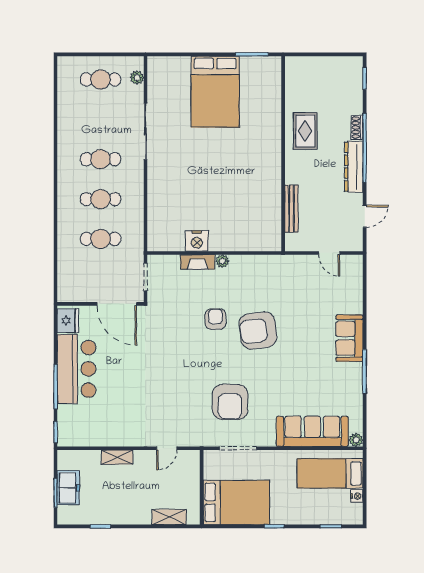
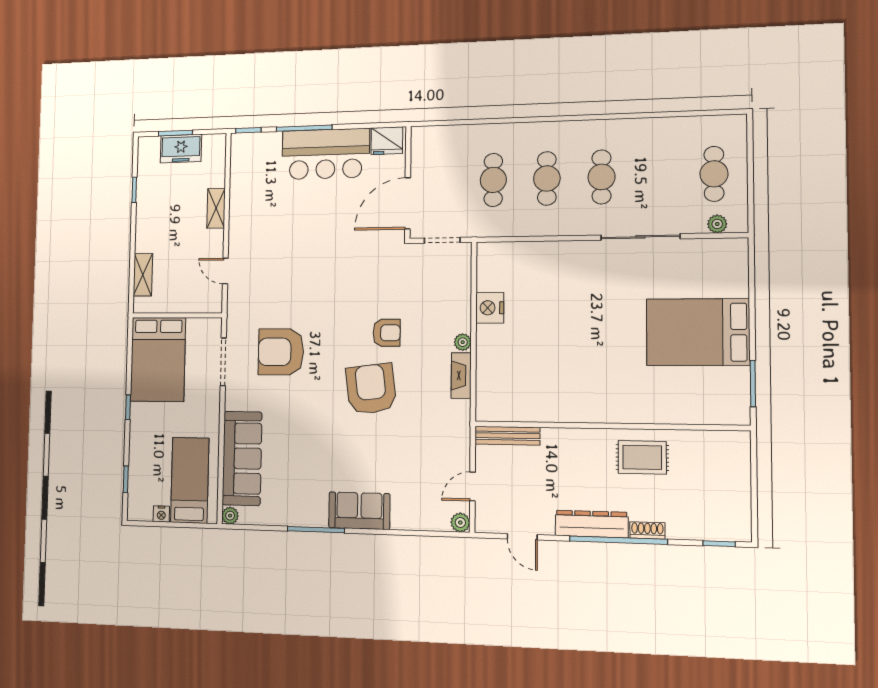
bench: (291, 209) -> (507, 436), moved
fireplace: (198, 262) -> (461, 376), moved
plant: (356, 262) -> (460, 523), added

